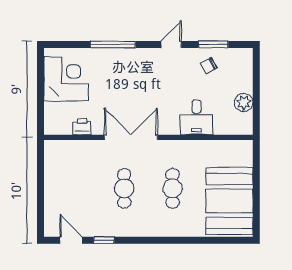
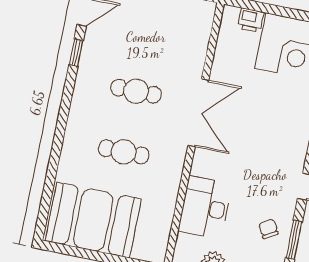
desk: (196, 117) -> (205, 208), width x1.37
printer: (82, 127) -> (251, 20), moved, turned 90

